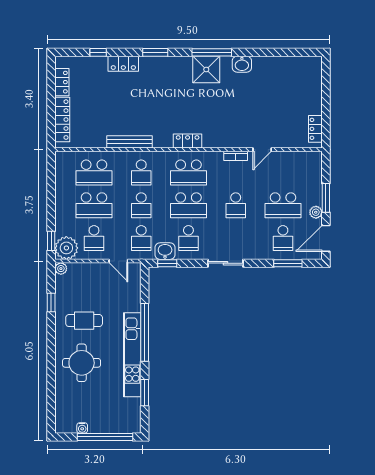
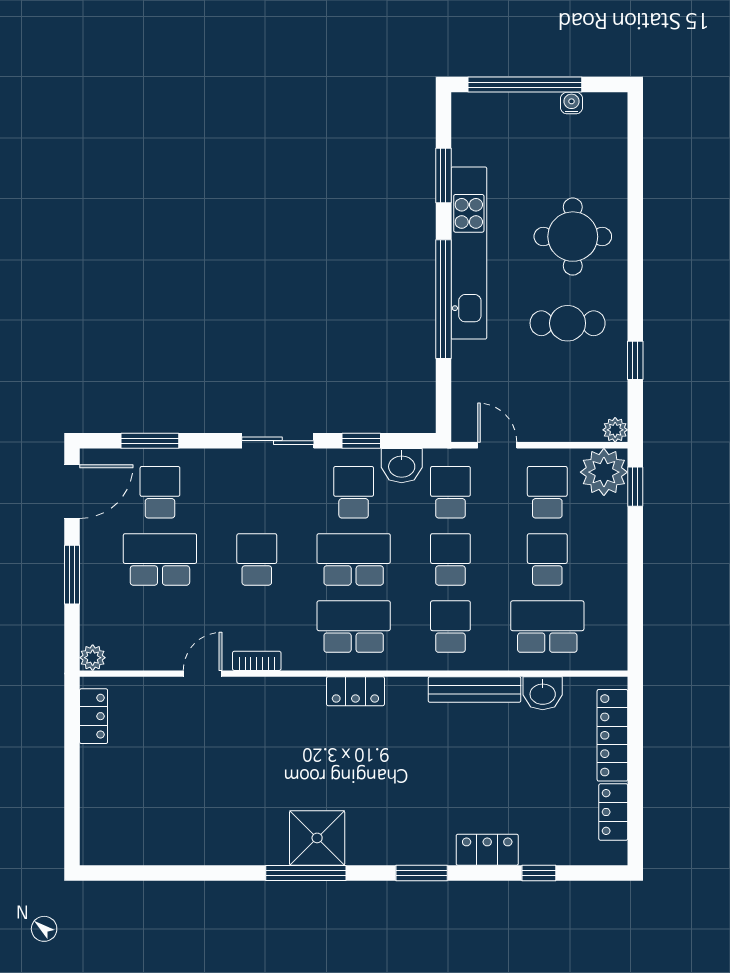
washbasin: (242, 64) -> (543, 693), moved, turned 180
school desk: (94, 205) -> (547, 559), width x0.54
plant: (316, 212) -> (93, 658), moved
window: (167, 263) -> (361, 441), moved

